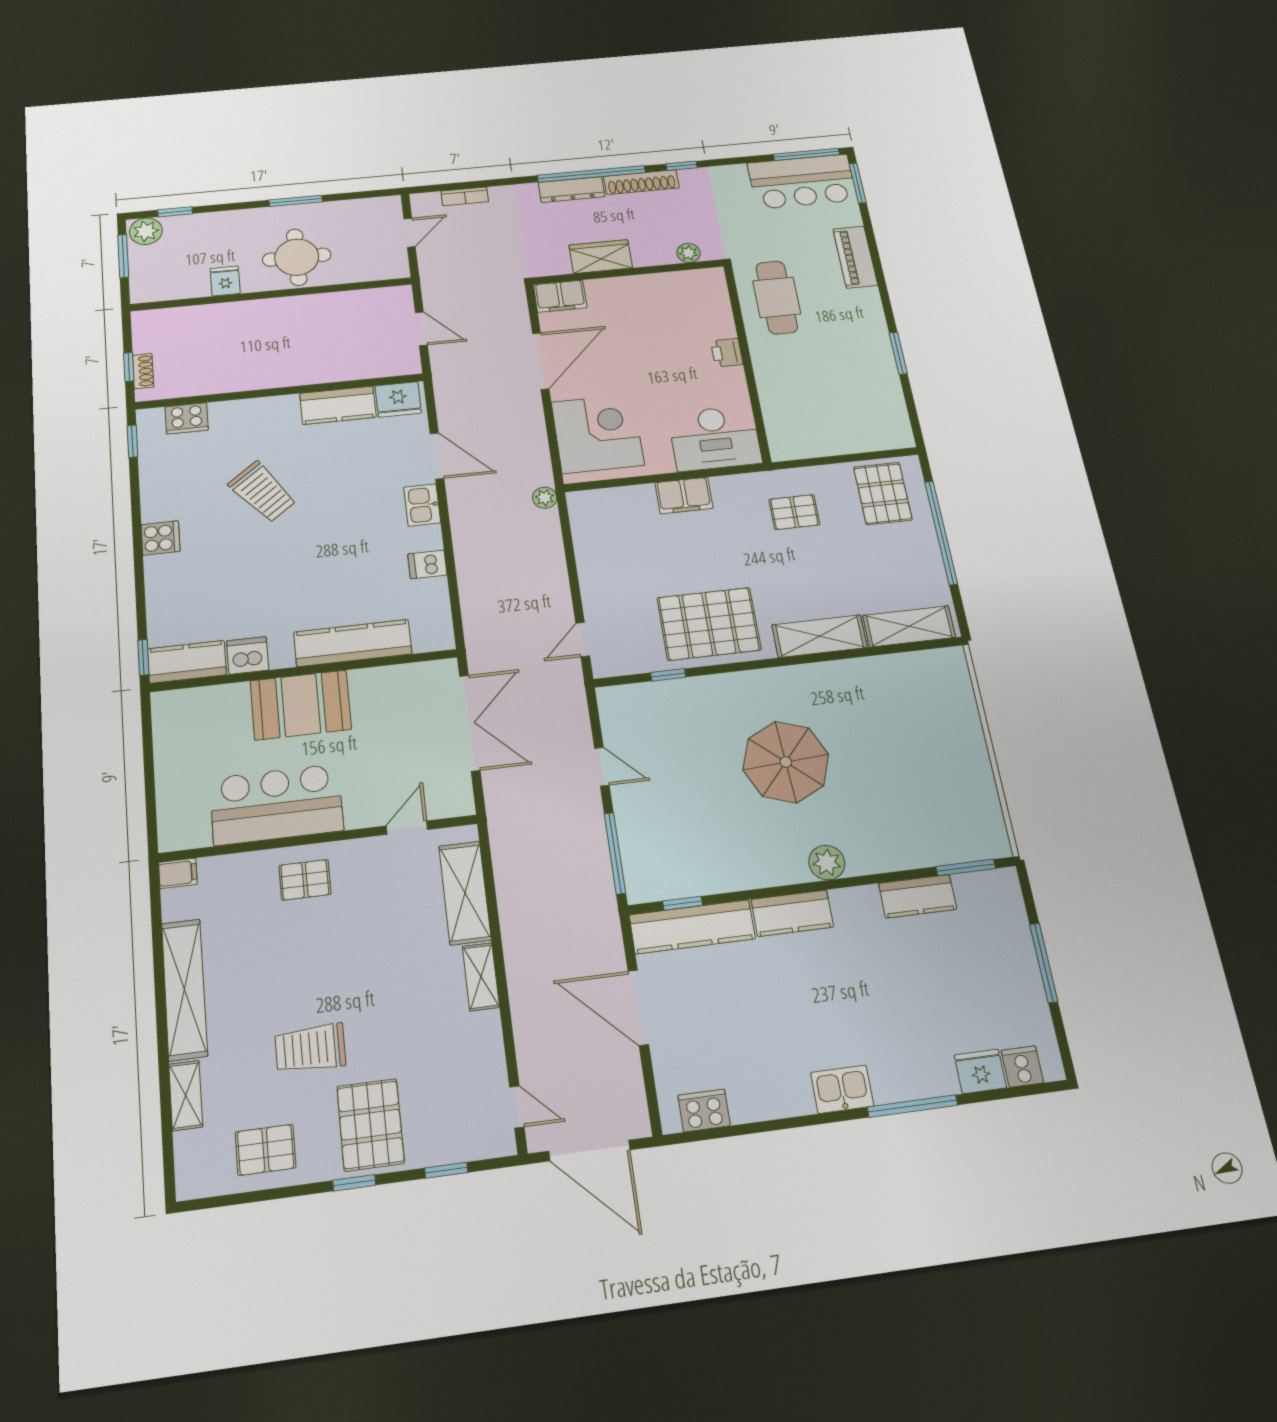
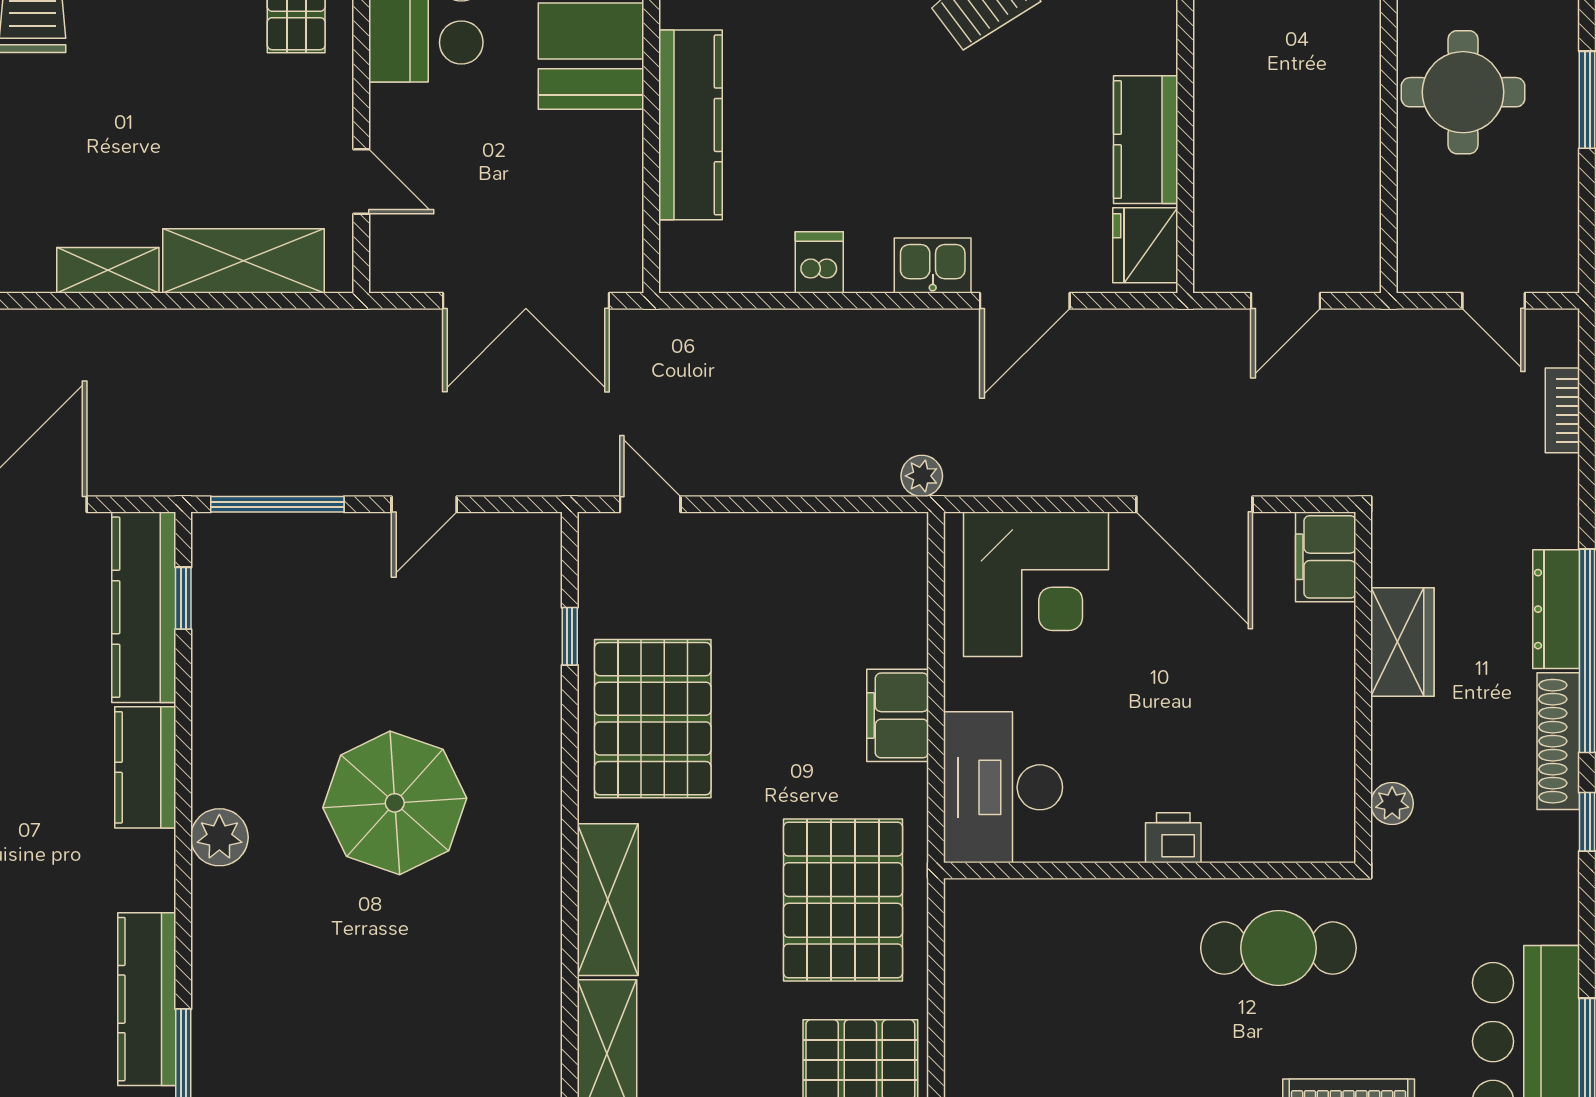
pallet: (794, 512) -> (843, 900), width x2.05, depth x2.00
kitchen counter: (918, 896) -> (147, 999), width x1.50

